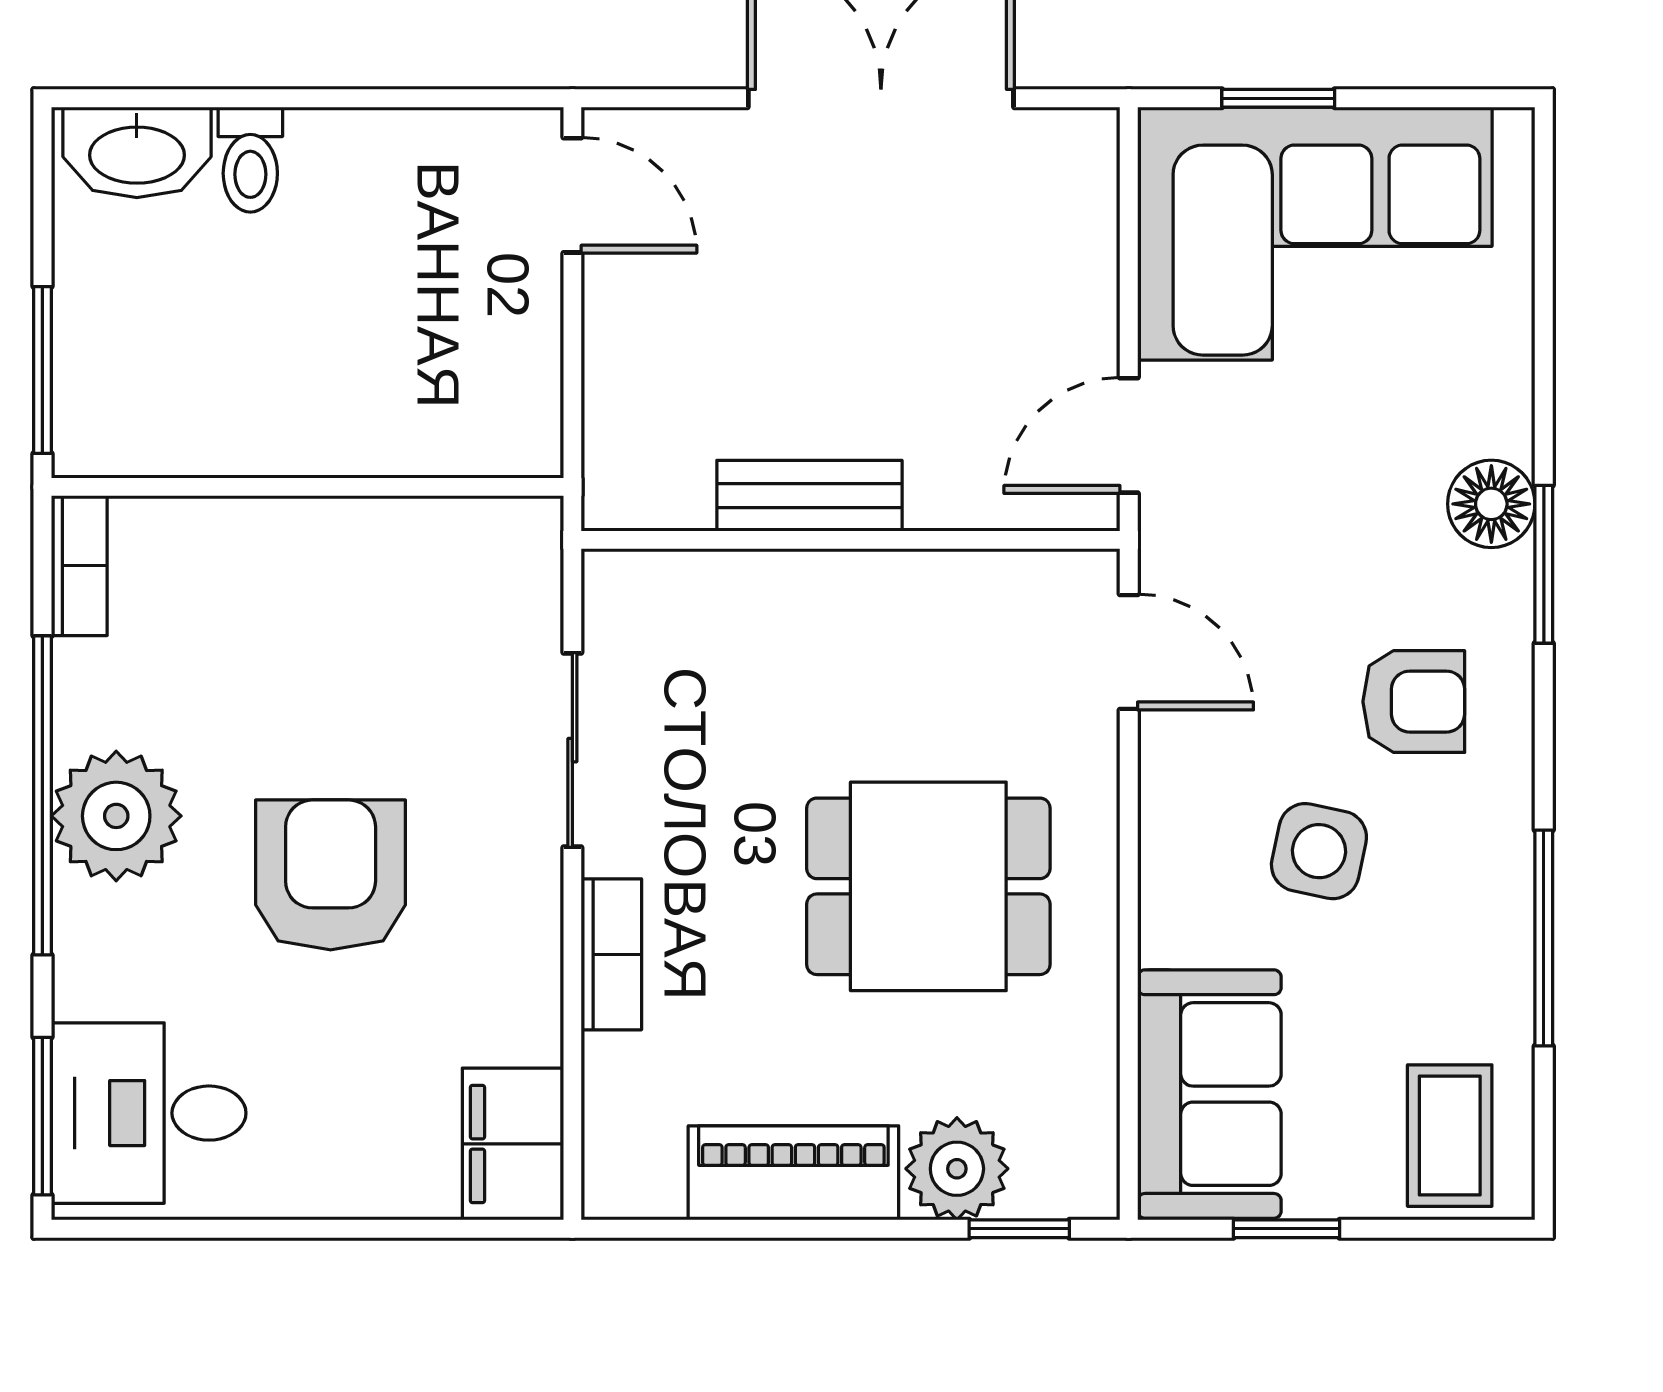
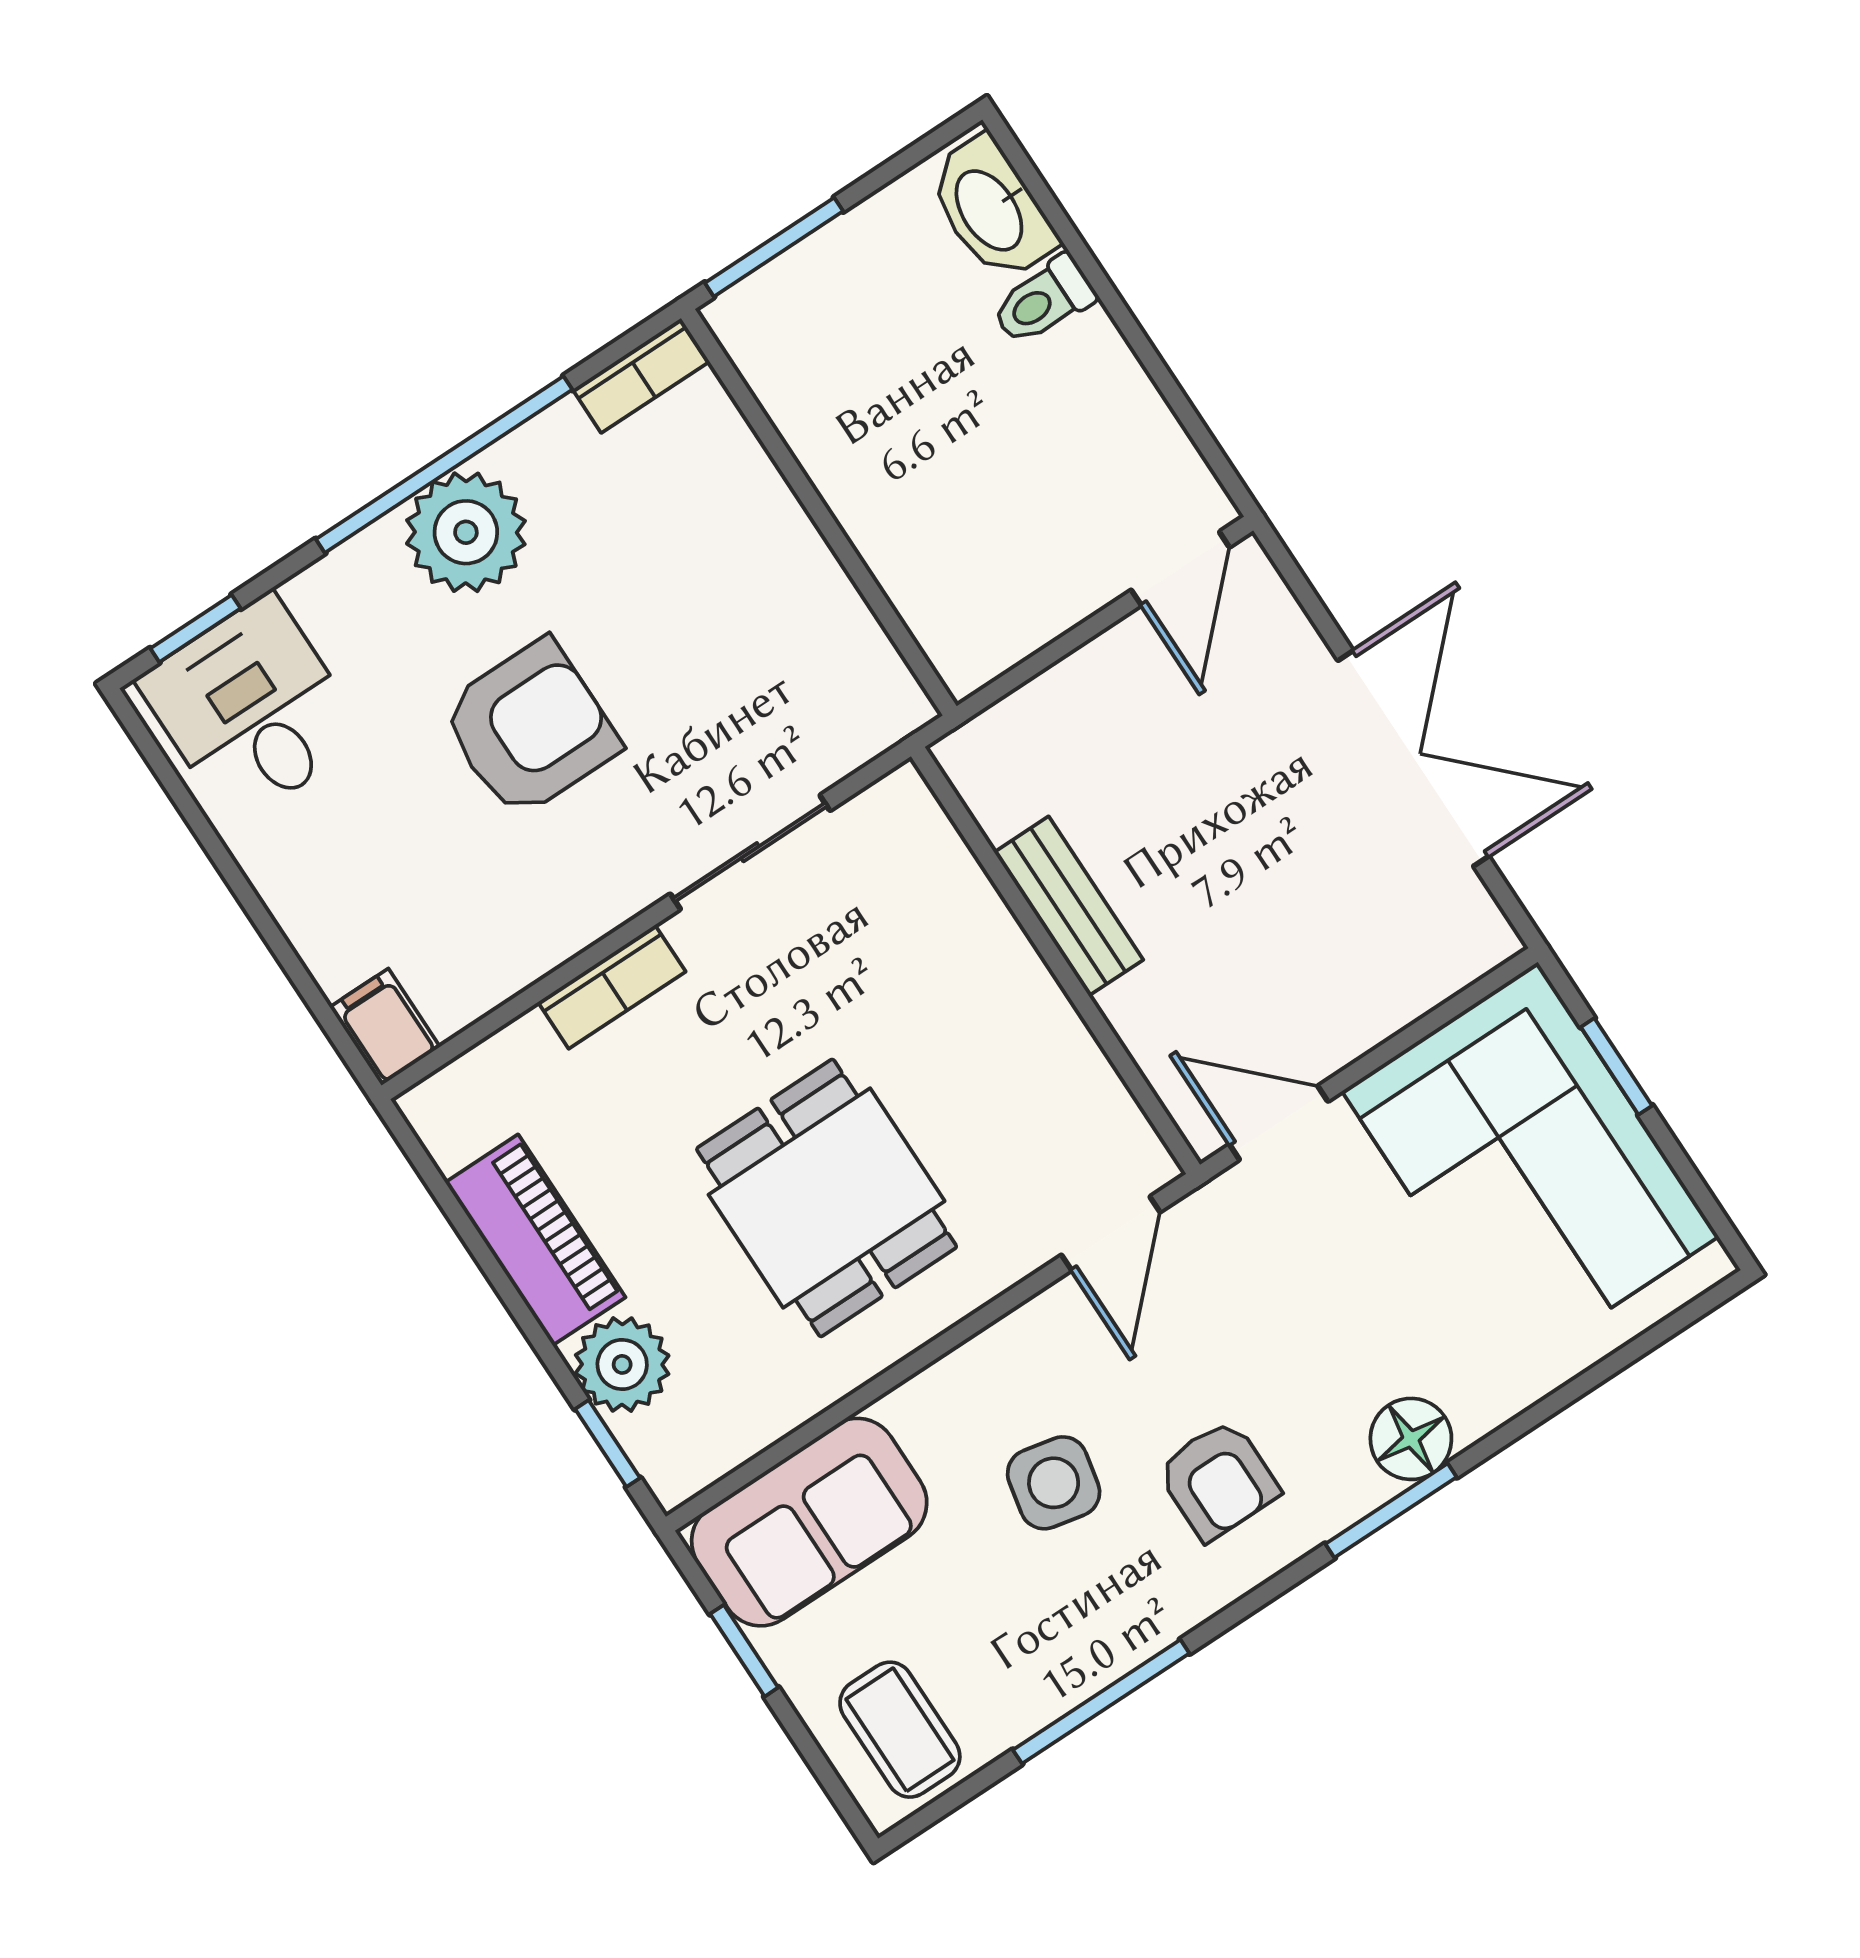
window: (42, 1116) -> (195, 628), width x0.67
coffee table: (1450, 1136) -> (900, 1730), turned 90
filing cabinet: (513, 1144) -> (385, 1027), width x0.50

